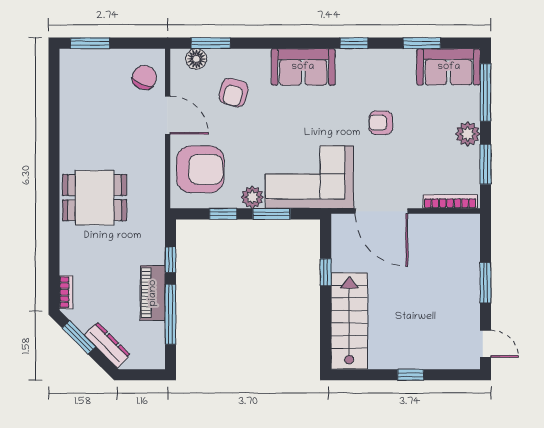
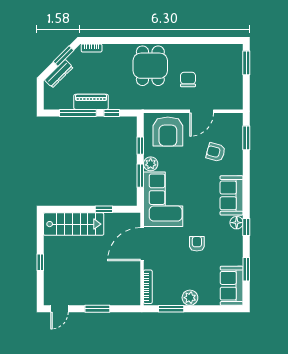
floor lamp: (196, 59) -> (237, 223), moved
chair: (144, 77) -> (188, 79), moved, turned -112
window: (485, 93) -> (216, 309), removed

